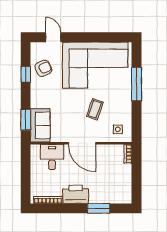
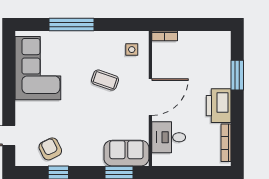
corner sofa: (95, 65) -> (38, 68), width x0.73, depth x0.74

